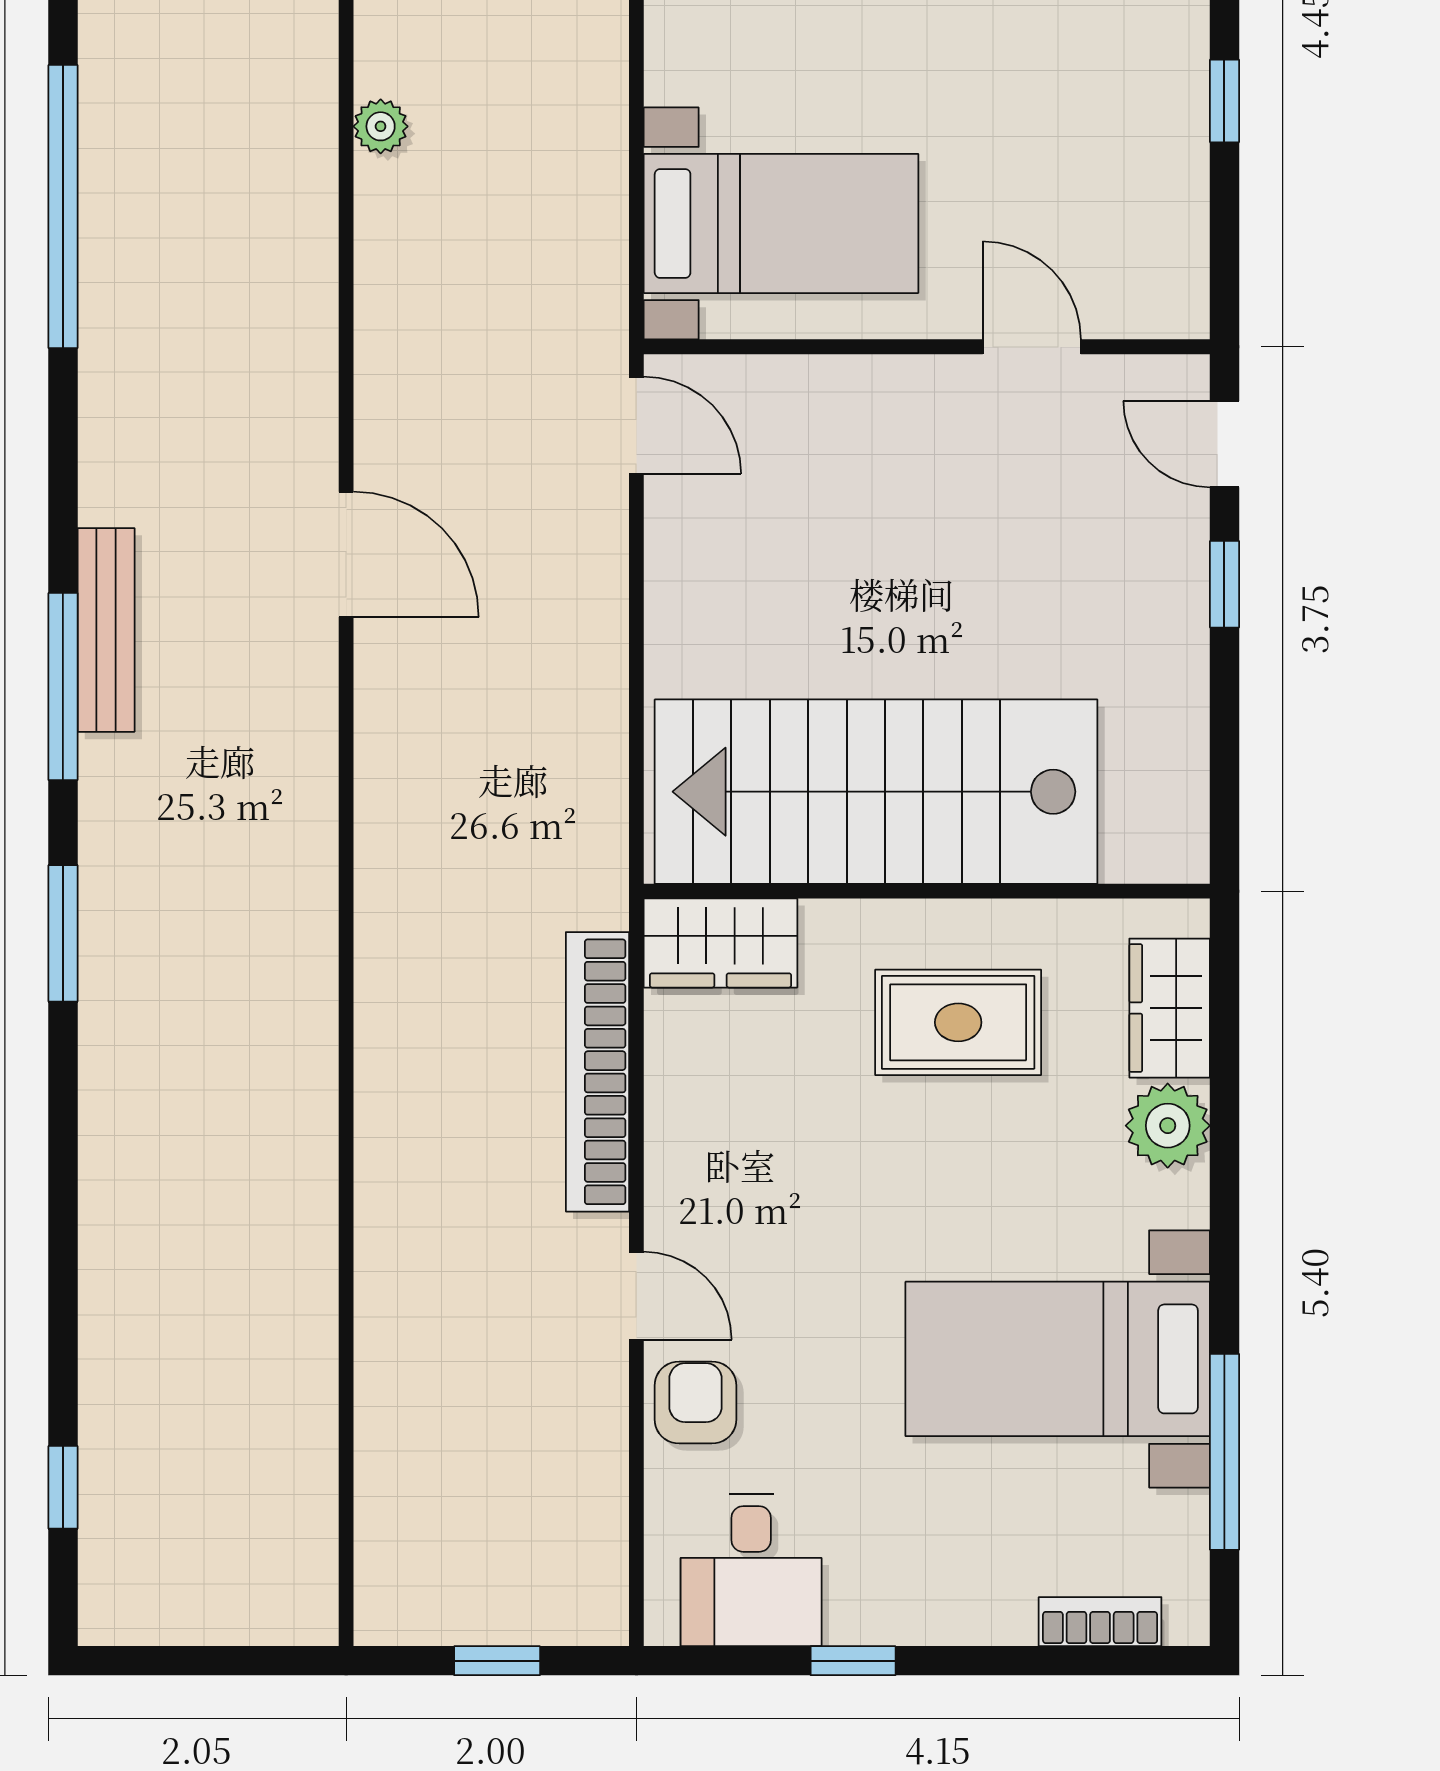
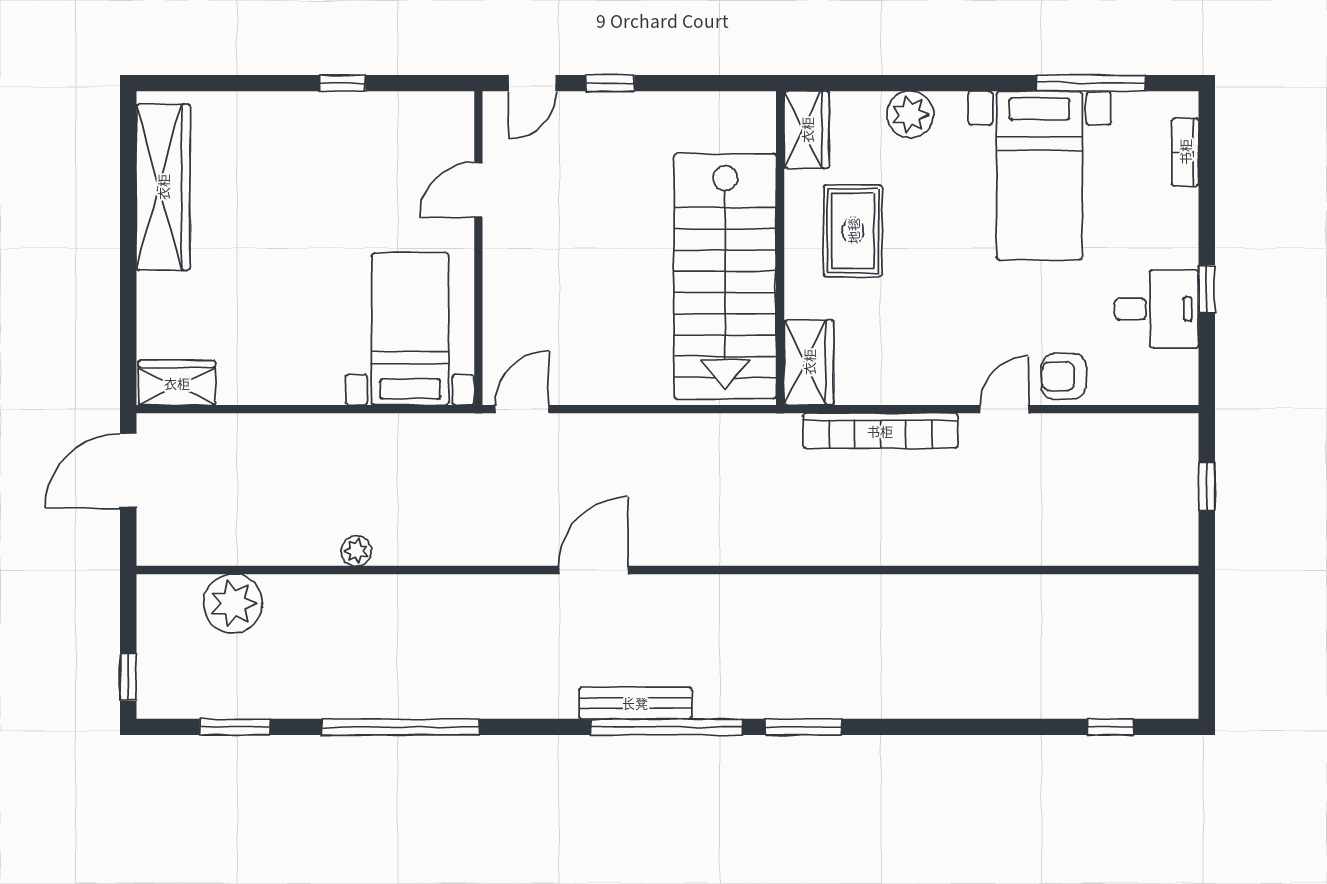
window: (63, 687) -> (667, 727), width x1.46
wardrobe: (1170, 1008) -> (807, 130), moved, turned -90
desk: (751, 1570) -> (1156, 309), moved

